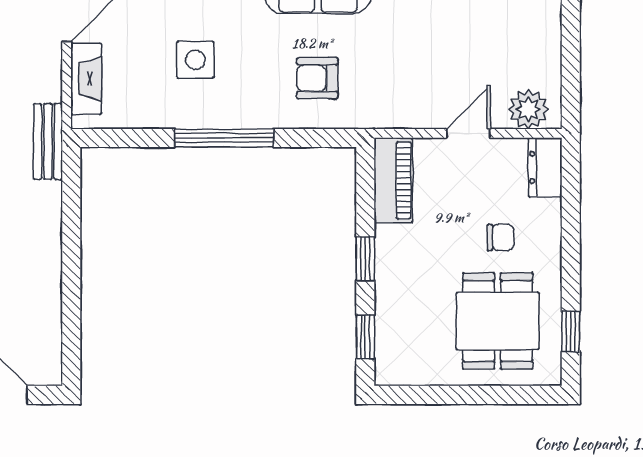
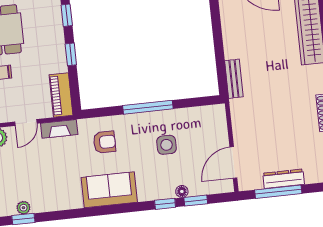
fireplace: (86, 79) -> (59, 129), moved, turned -90
bench: (48, 141) -> (234, 79), moved

